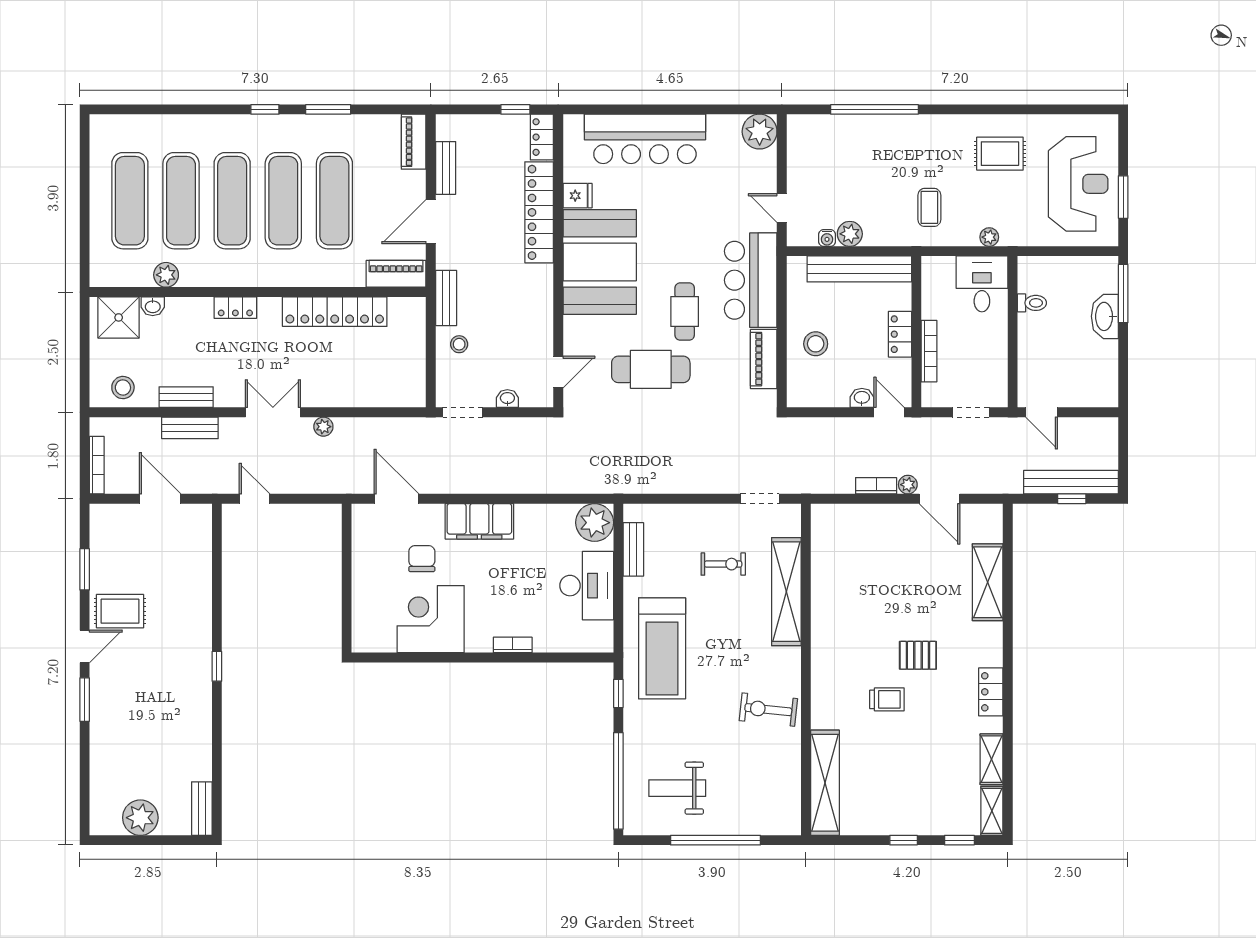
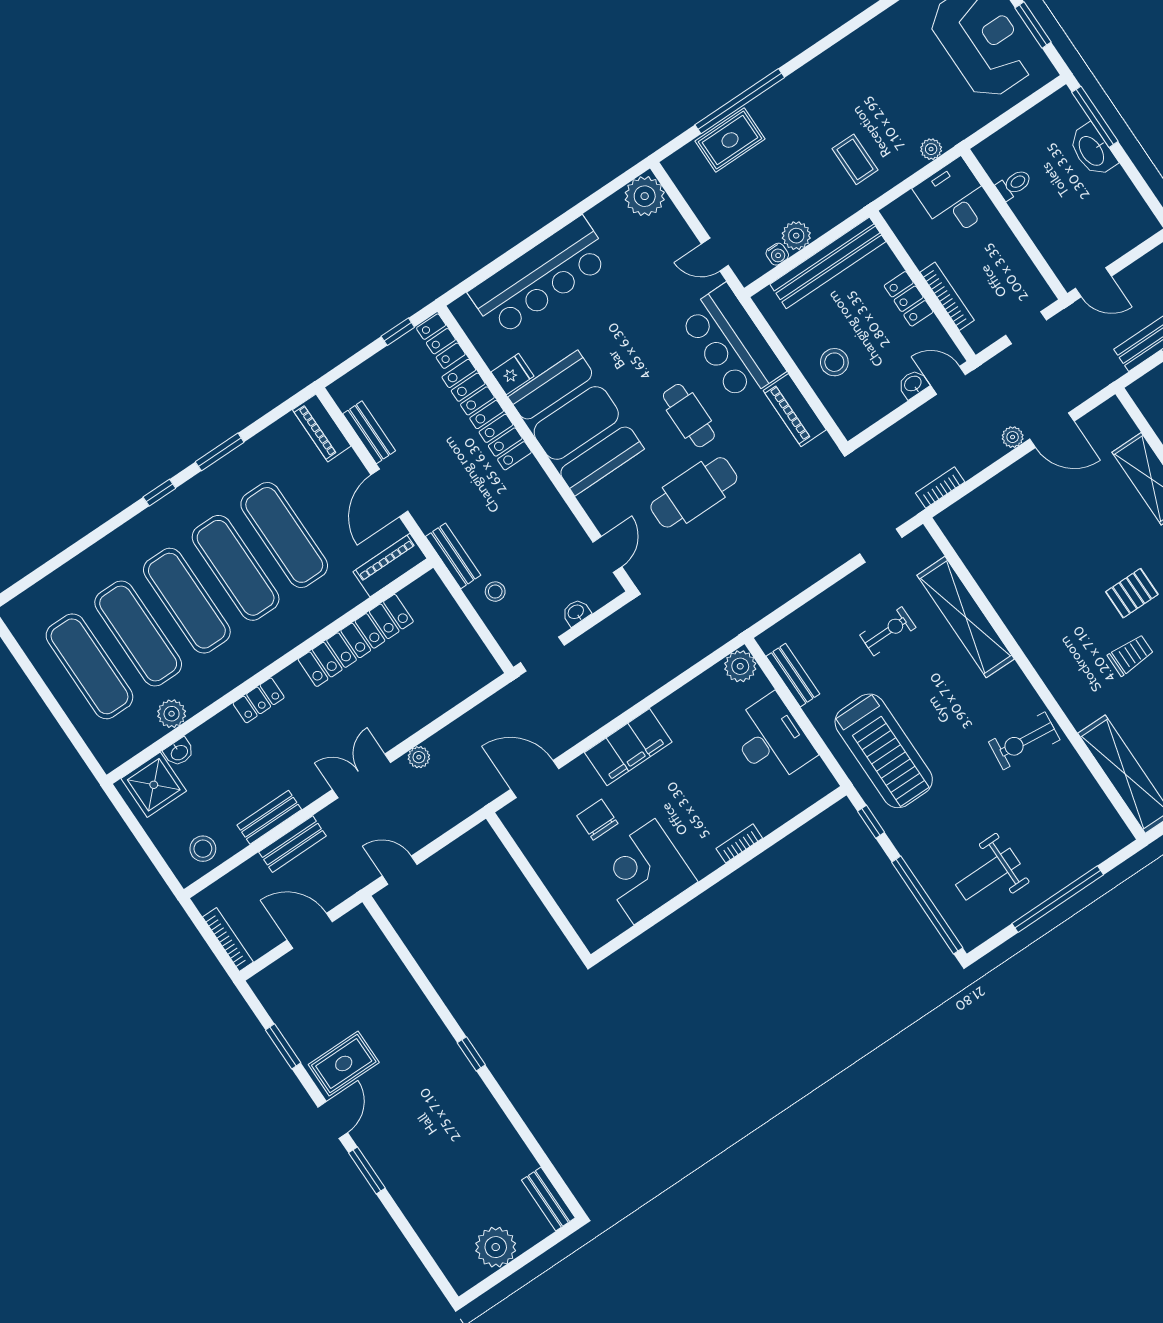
rug: (1000, 154) -> (730, 140), moved
bookcase: (876, 486) -> (940, 488), moved
plant: (595, 523) -> (740, 666), width x0.73, depth x0.73

